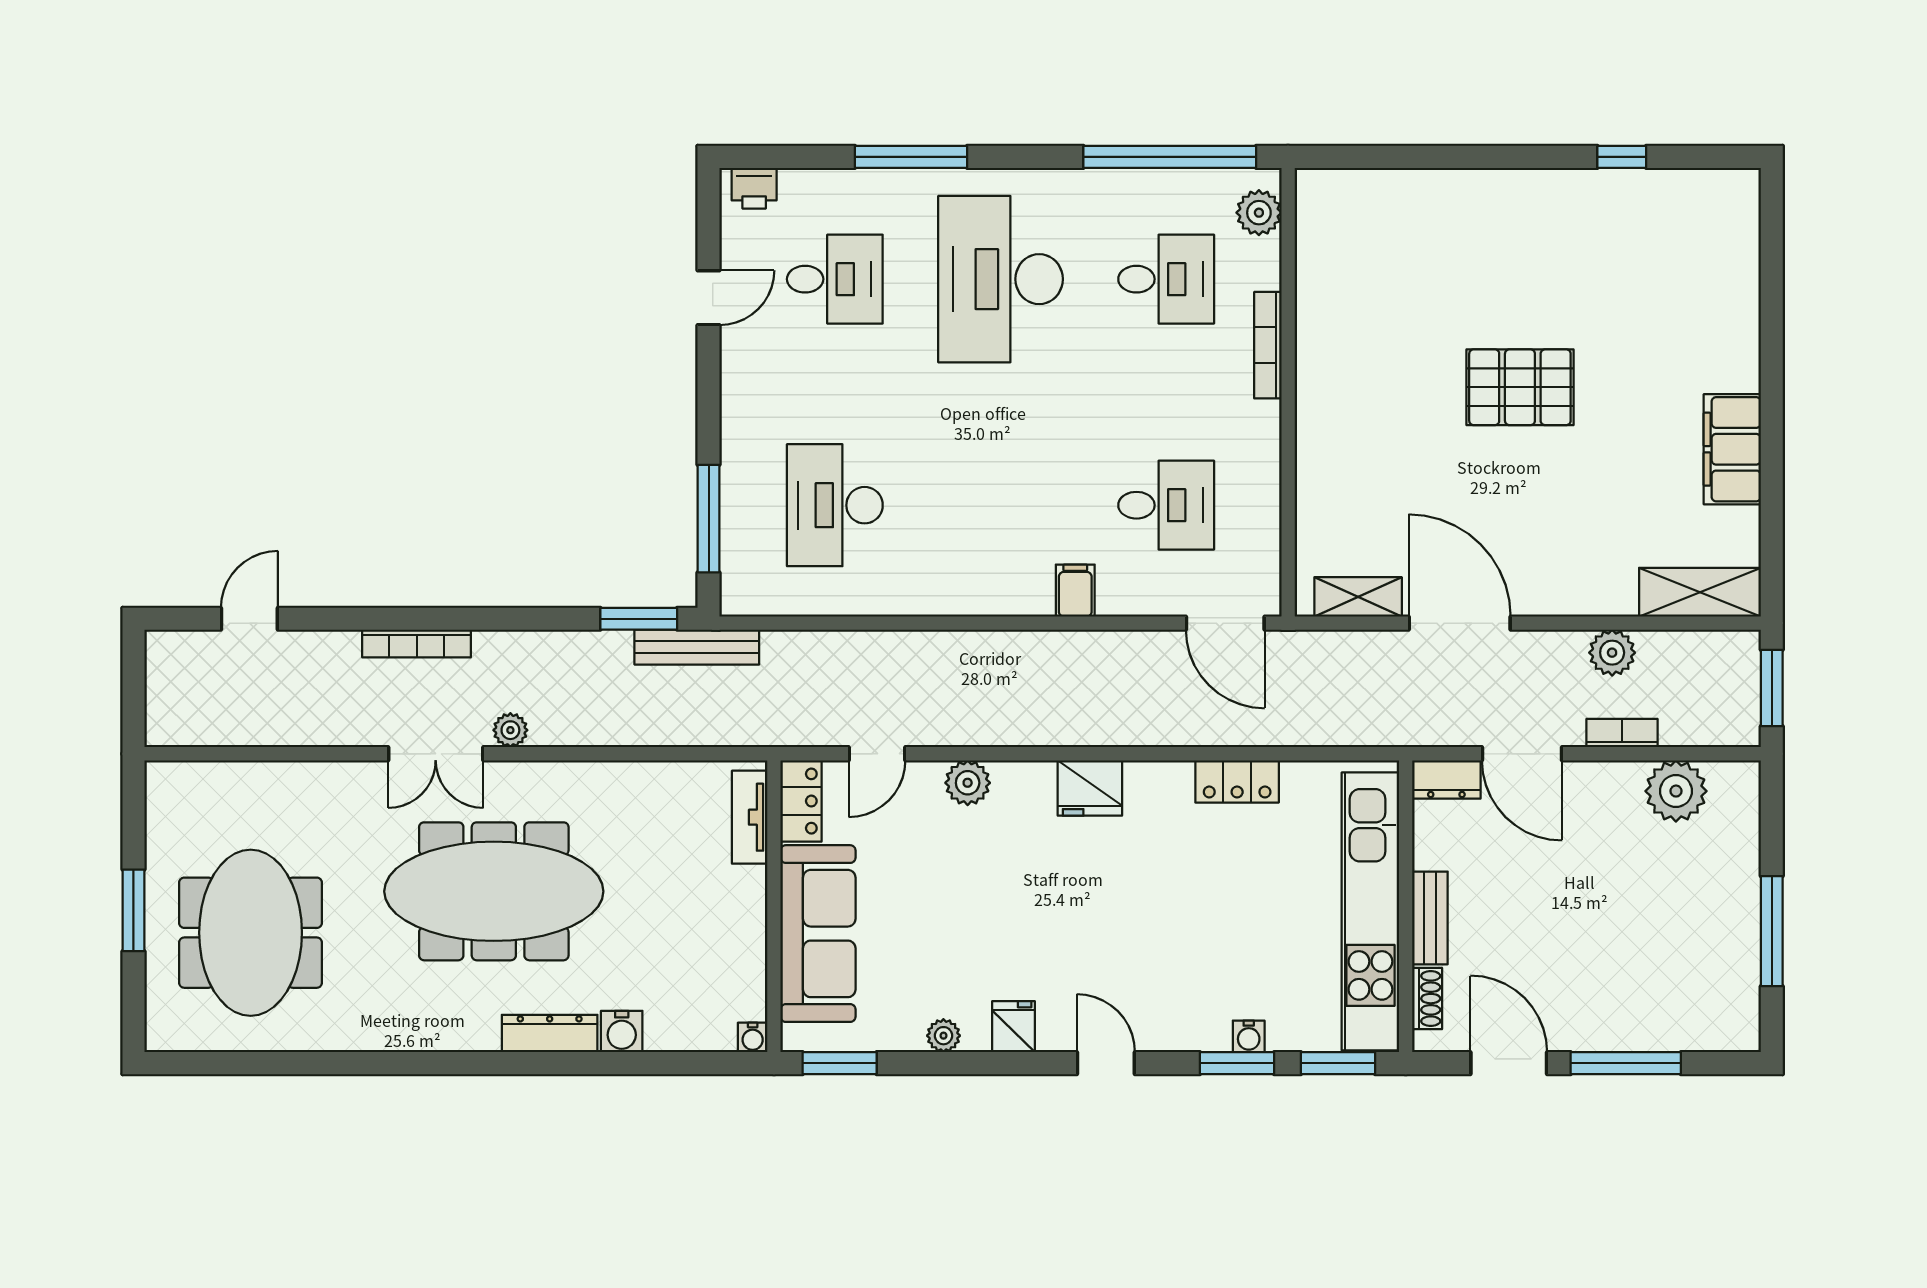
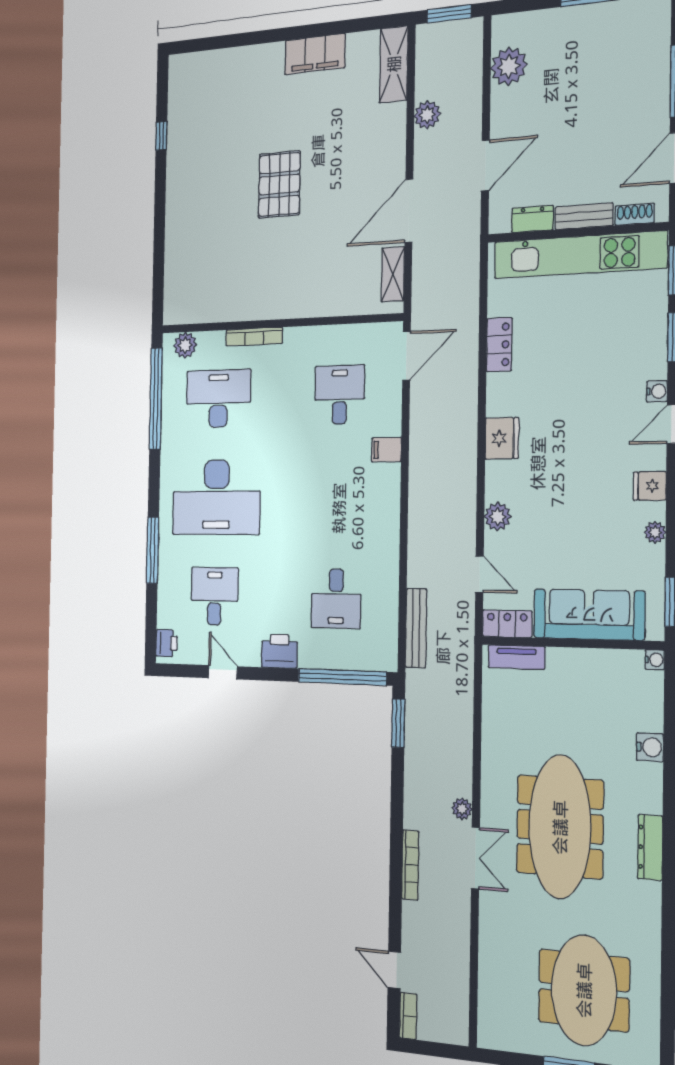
desk: (1166, 279) -> (218, 399), width x1.37
printer: (747, 403) -> (279, 651), added
desk: (835, 505) -> (336, 599), width x0.73
window: (709, 519) -> (342, 677), width x1.46
bench: (697, 647) -> (416, 628), moved
bookcase: (1622, 733) -> (408, 1016), moved, turned 180
dresser: (1446, 780) -> (532, 219), moved, turned -90
meeting table: (251, 933) -> (584, 990), turned 90
dresser: (550, 1033) -> (650, 847), moved
water cooler: (1249, 1036) -> (657, 391), moved

